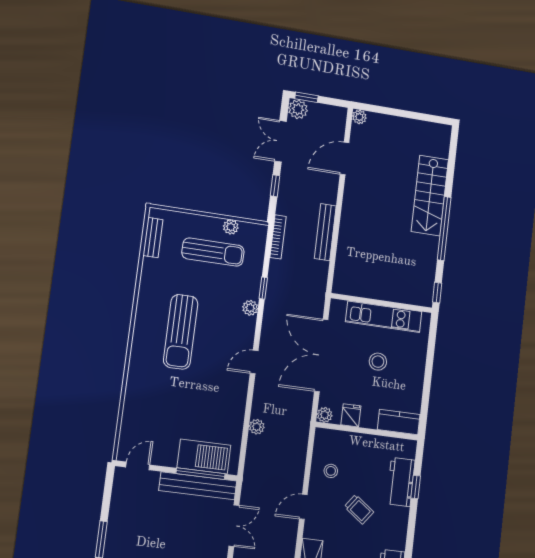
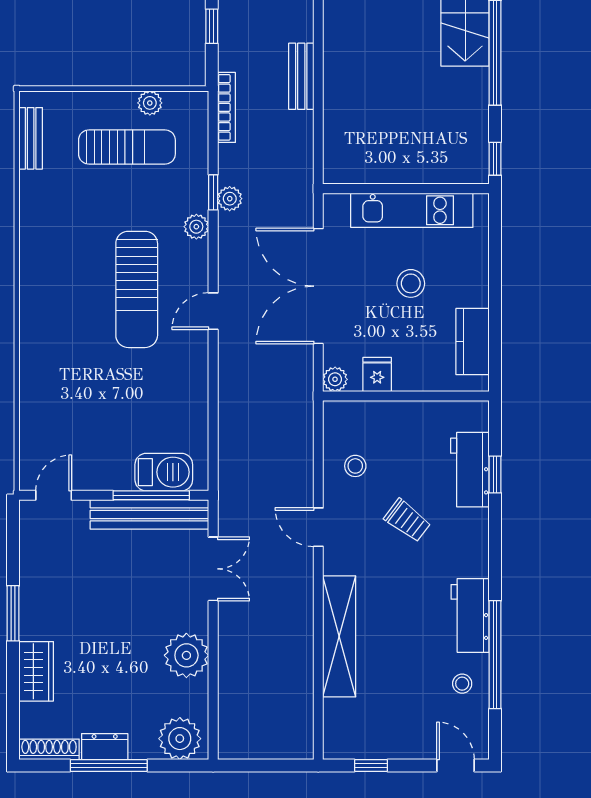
bench: (325, 232) -> (301, 76), width x0.73
sun lounger: (181, 332) -> (137, 289), moved
kitchen counter: (399, 422) -> (473, 342), moved, turned -90
plant: (257, 427) -> (230, 199), moved
barbecue: (204, 456) -> (164, 472), width x0.73, depth x0.83
door: (303, 507) -> (318, 527), hinge flipped

